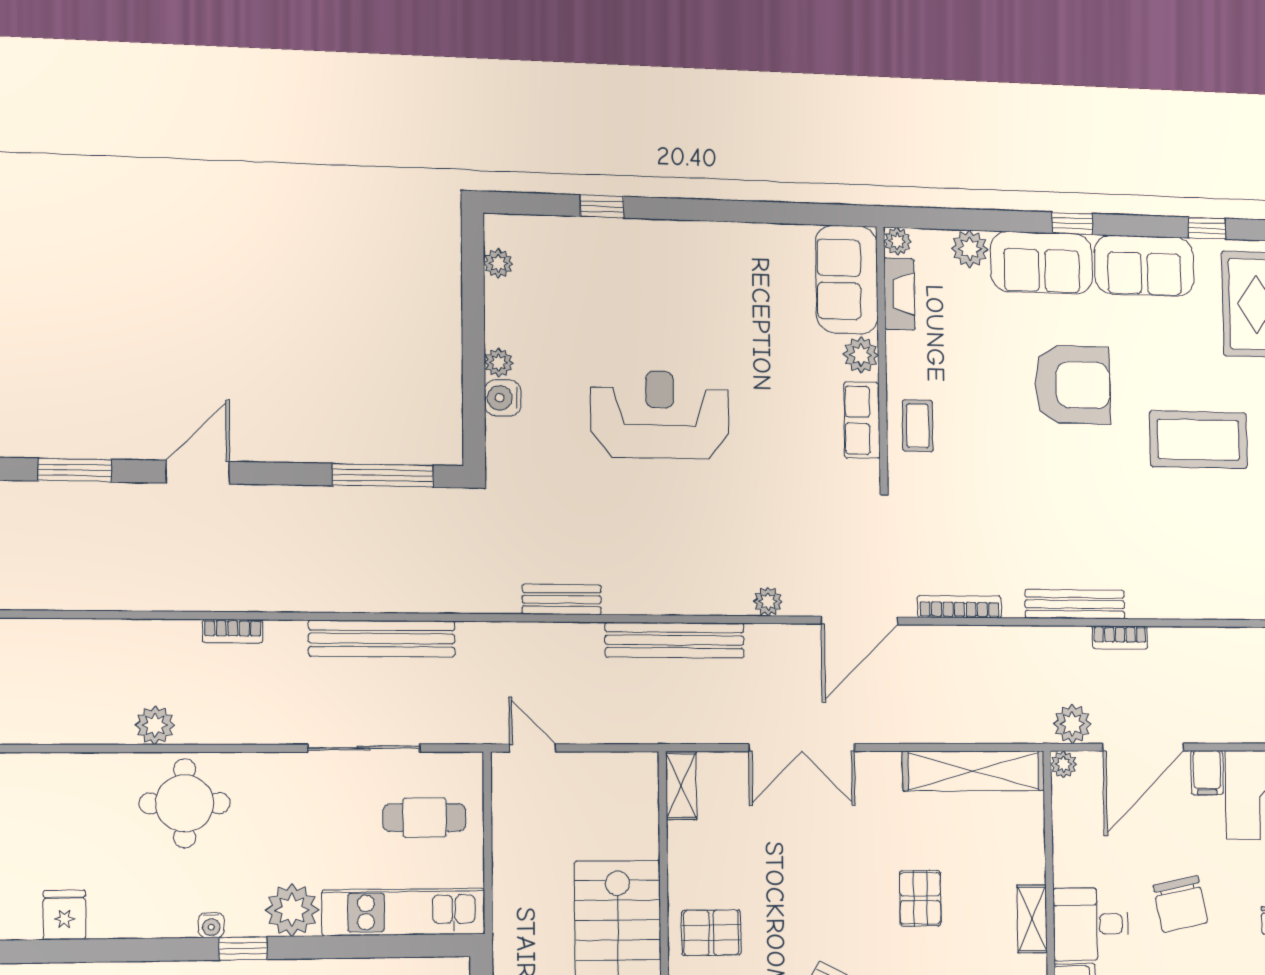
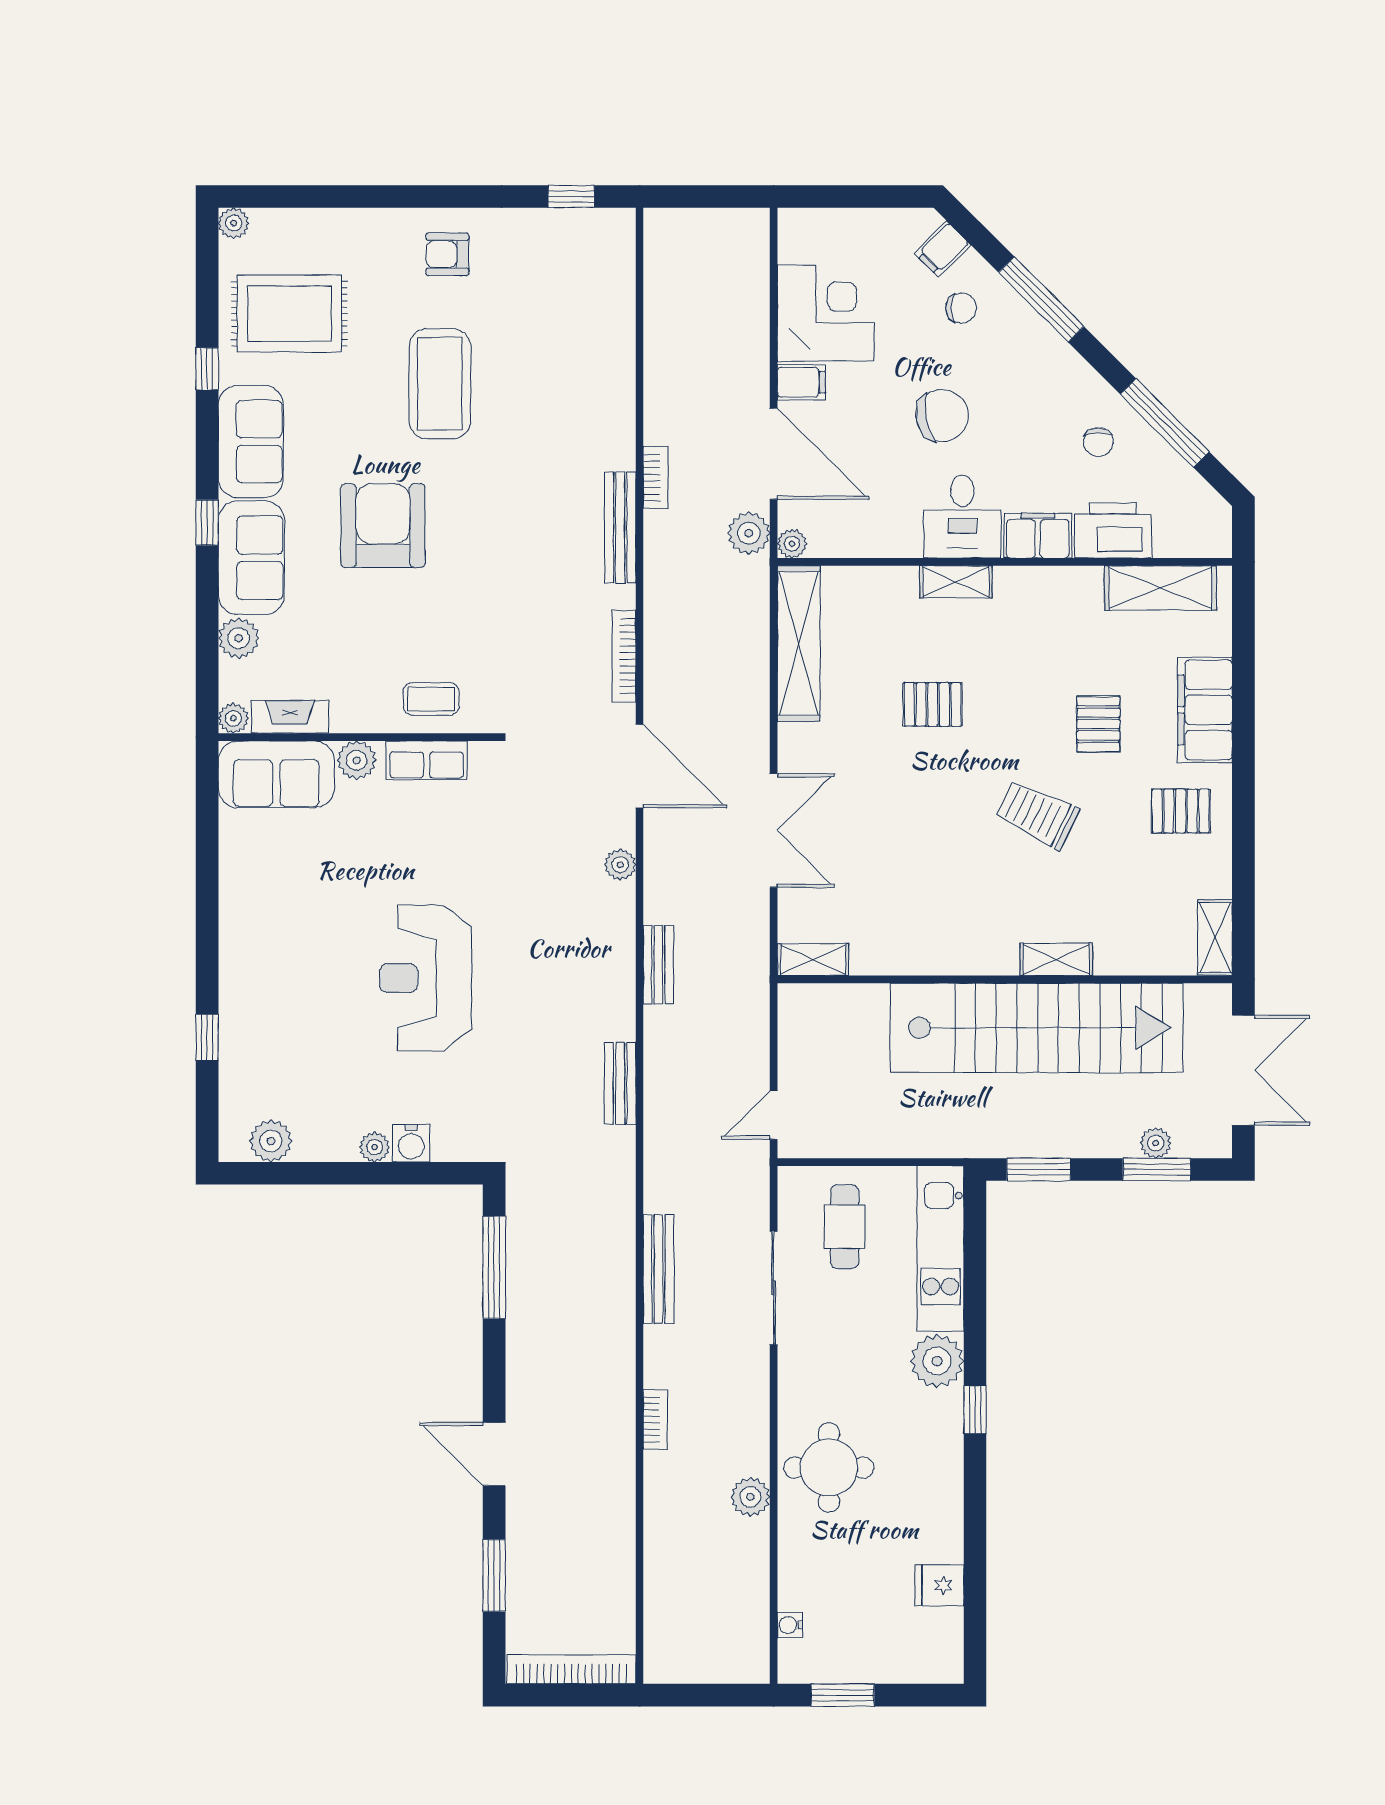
plant: (498, 263) -> (271, 1141), width x1.38, depth x1.38
bench: (382, 639) -> (658, 1269), width x0.73, depth x0.82
bench: (675, 640) -> (658, 965), width x0.54, depth x0.82
water cooler: (211, 925) -> (790, 1625), moved, turned 180
pallet: (711, 933) -> (966, 930), removed

